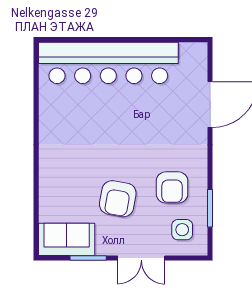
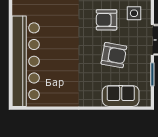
armchair: (172, 187) -> (107, 20), turned 180
sofa: (67, 239) -> (121, 96), moved, turned 90

